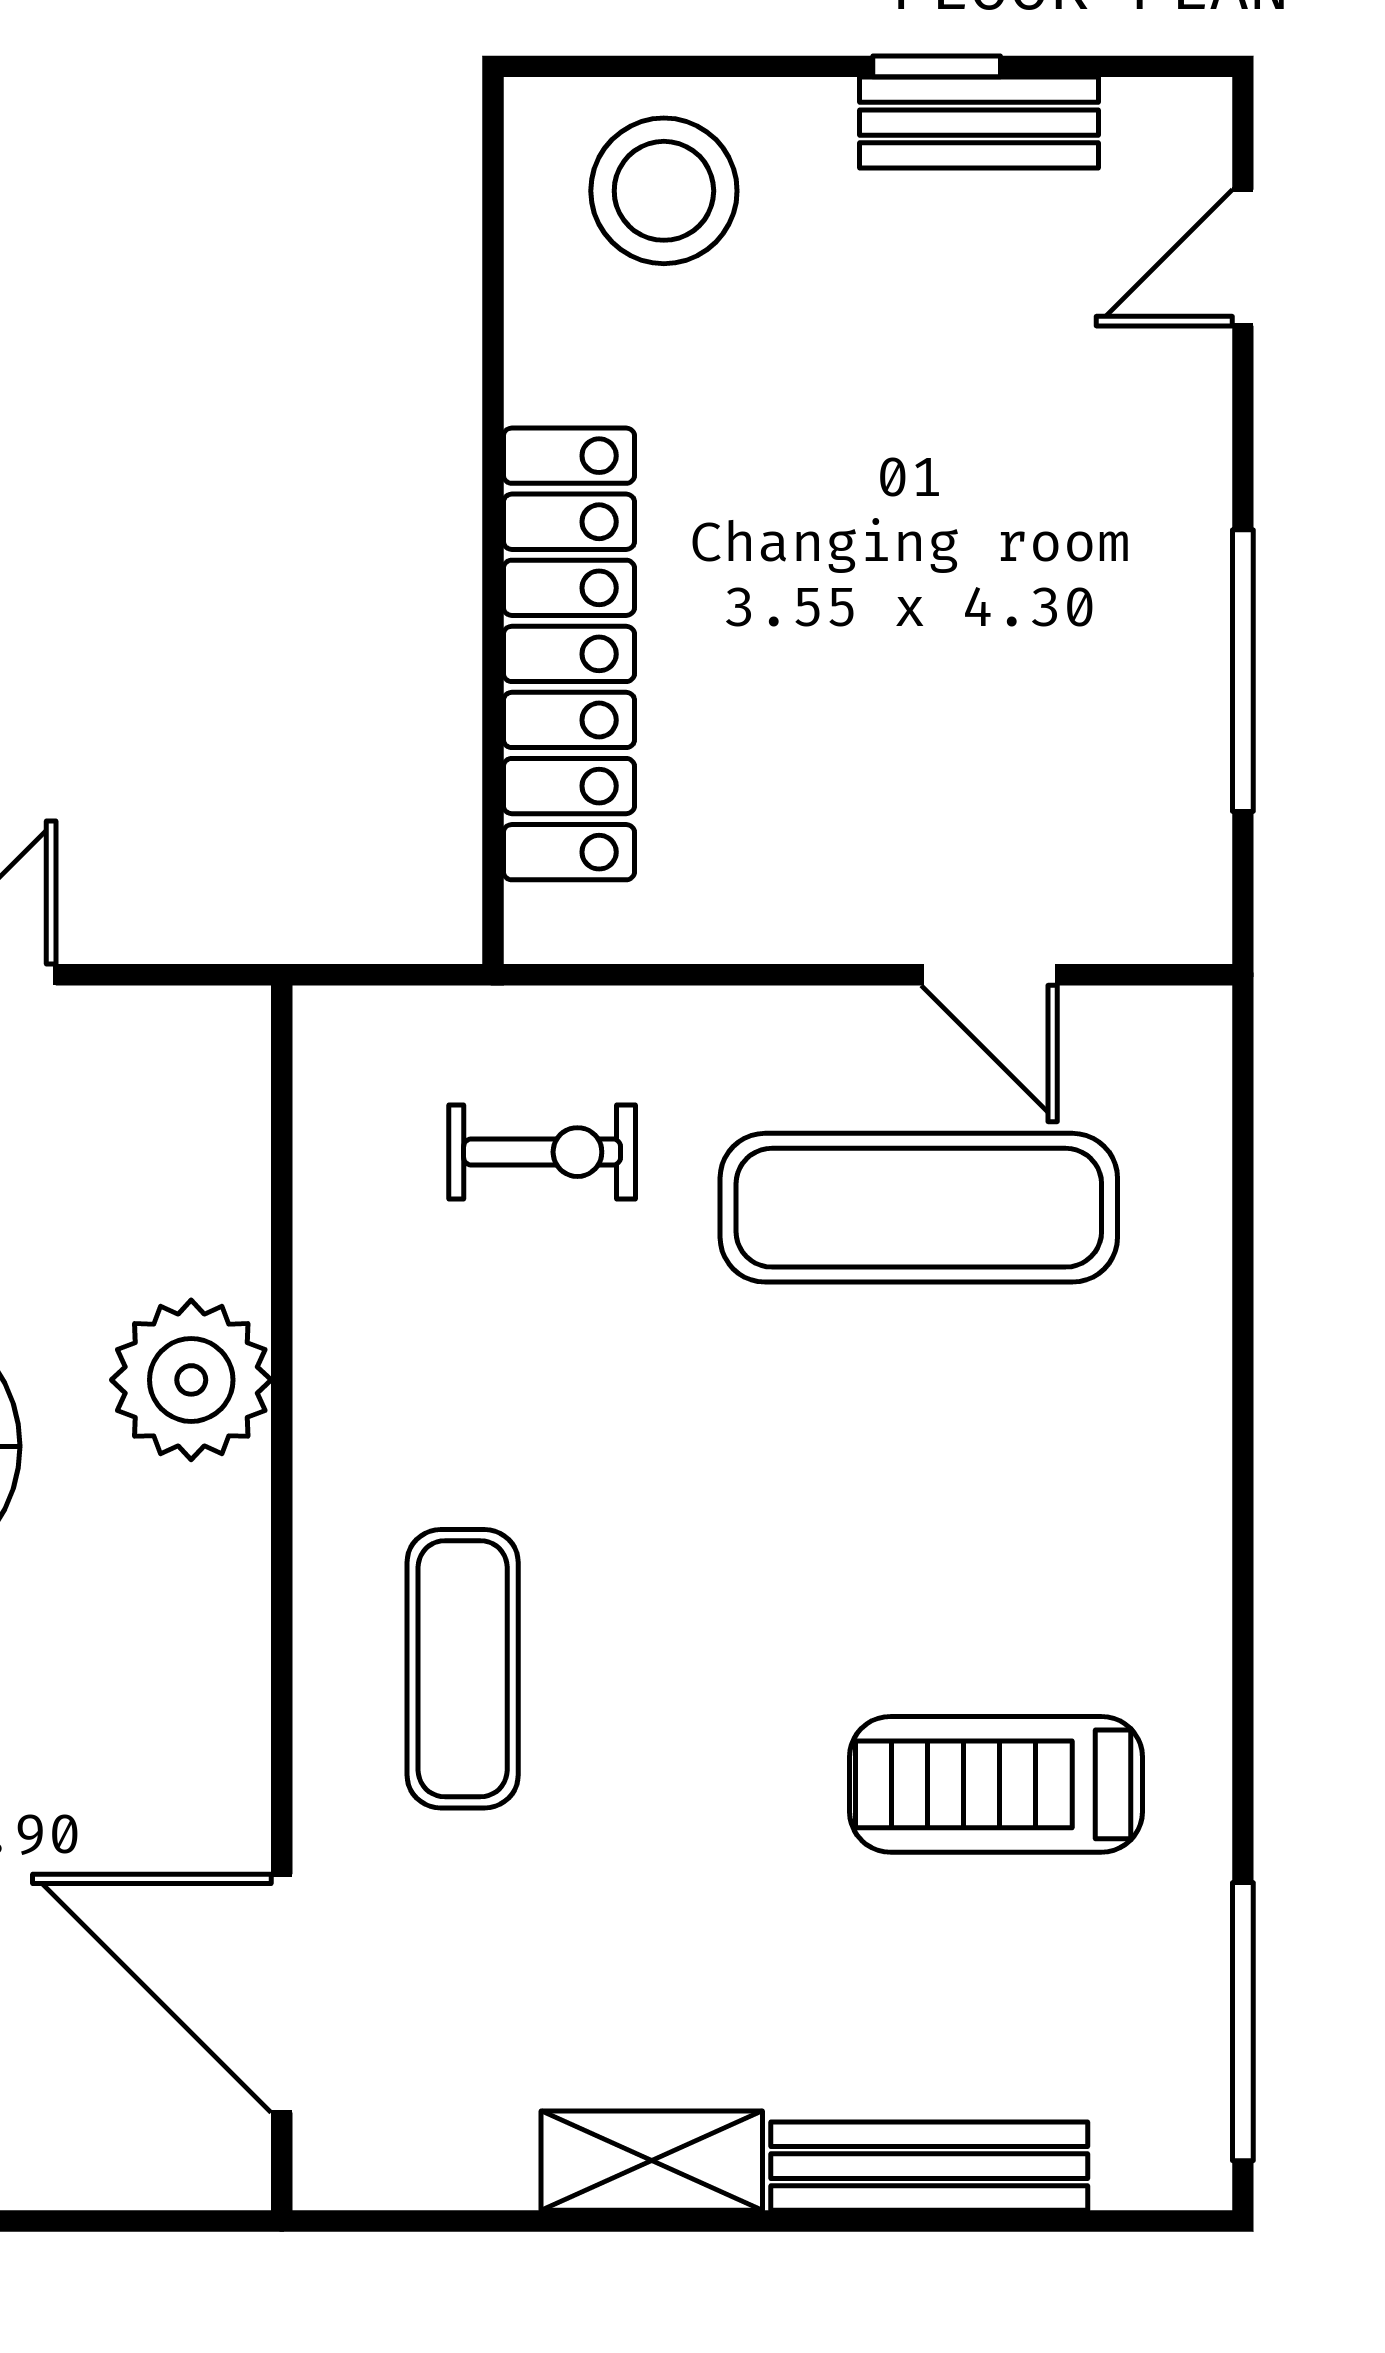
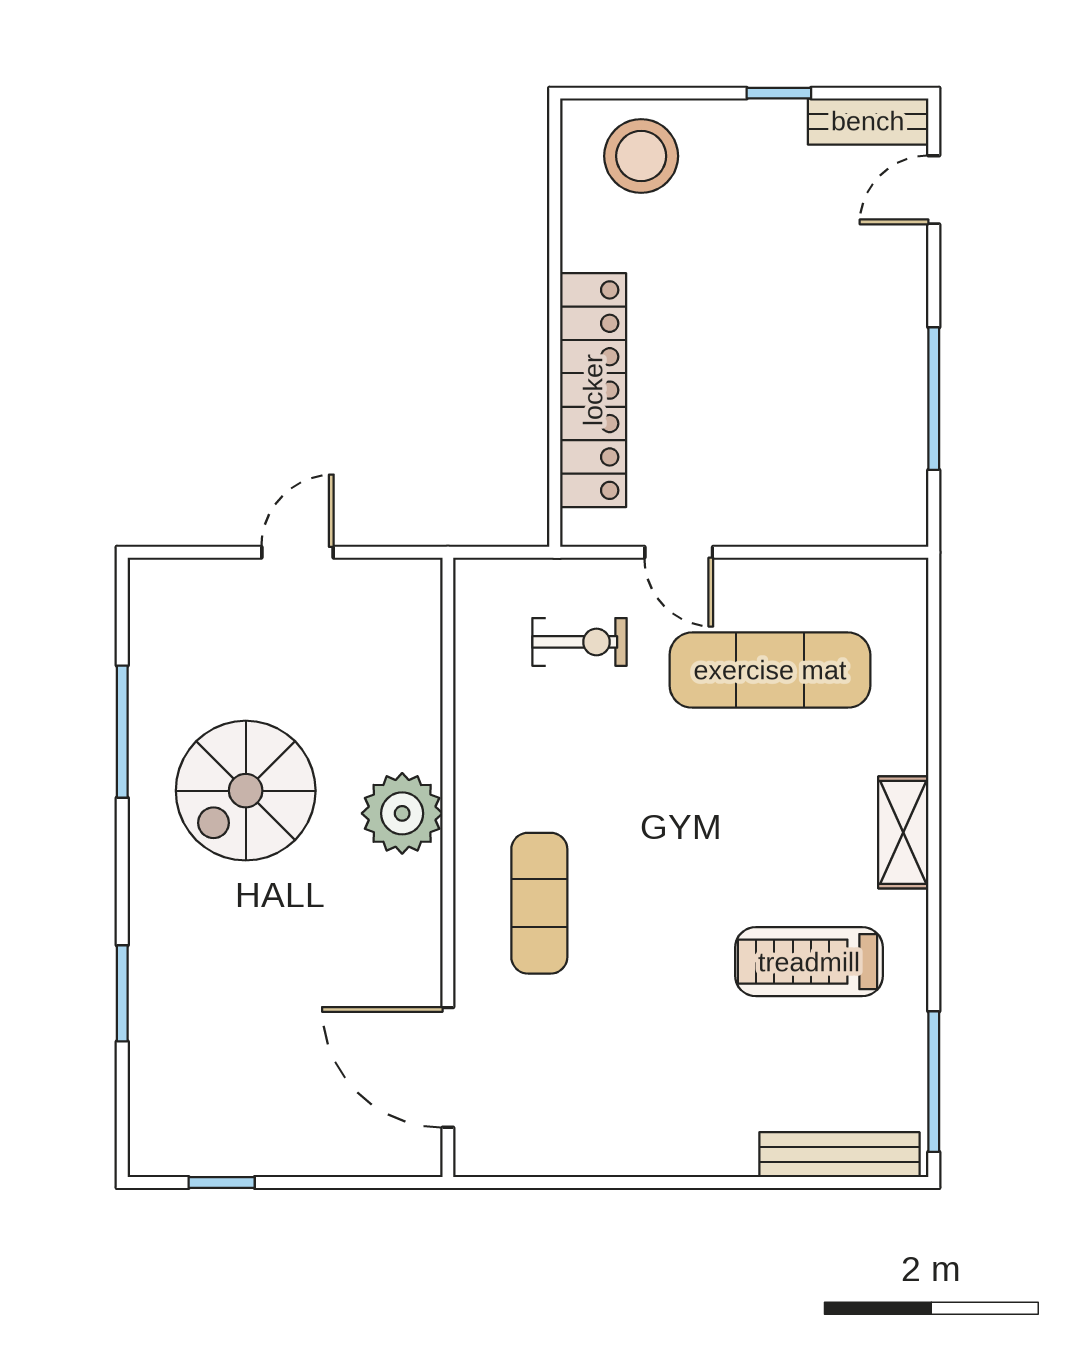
bench: (979, 123) -> (868, 121), moved
door: (989, 975) -> (679, 552), moved
plant: (191, 1380) -> (402, 813), moved
shelving: (652, 2161) -> (903, 832), moved, turned 90
bench: (929, 2166) -> (839, 1155), moved

